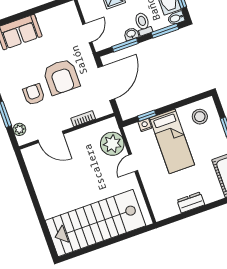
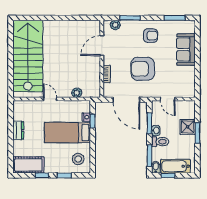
armchair: (34, 94) -> (151, 36), moved
plant: (112, 144) -> (77, 93), width x0.53, depth x0.53
door: (133, 163) -> (50, 99), moved

